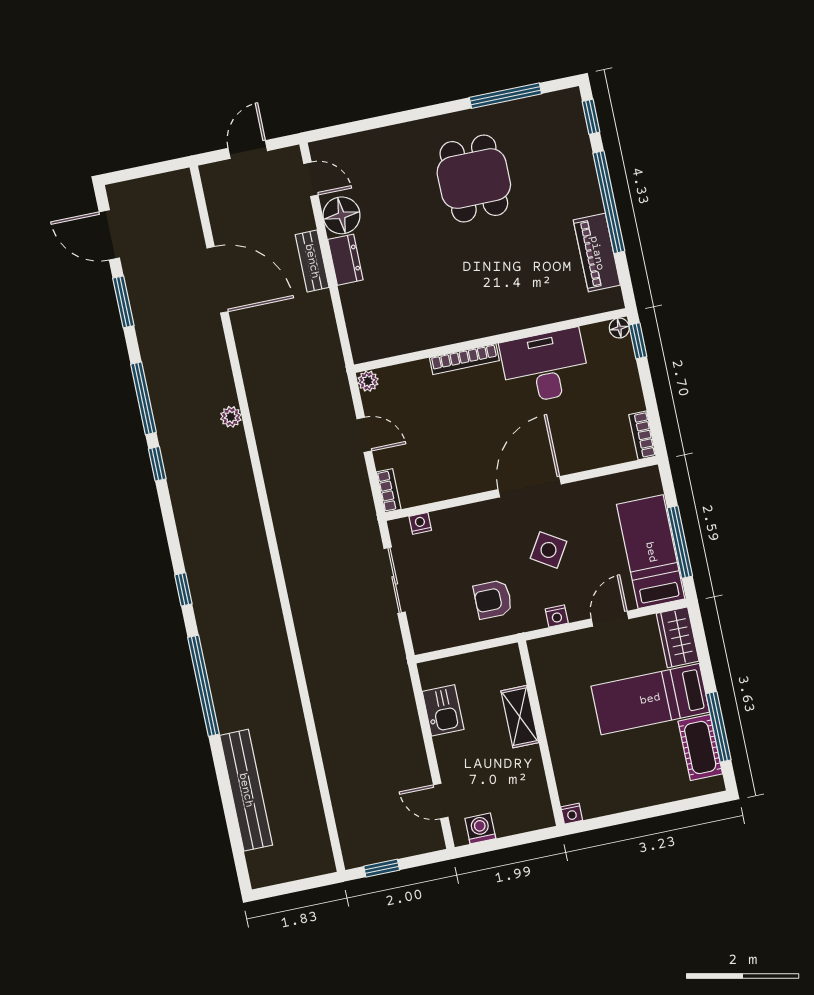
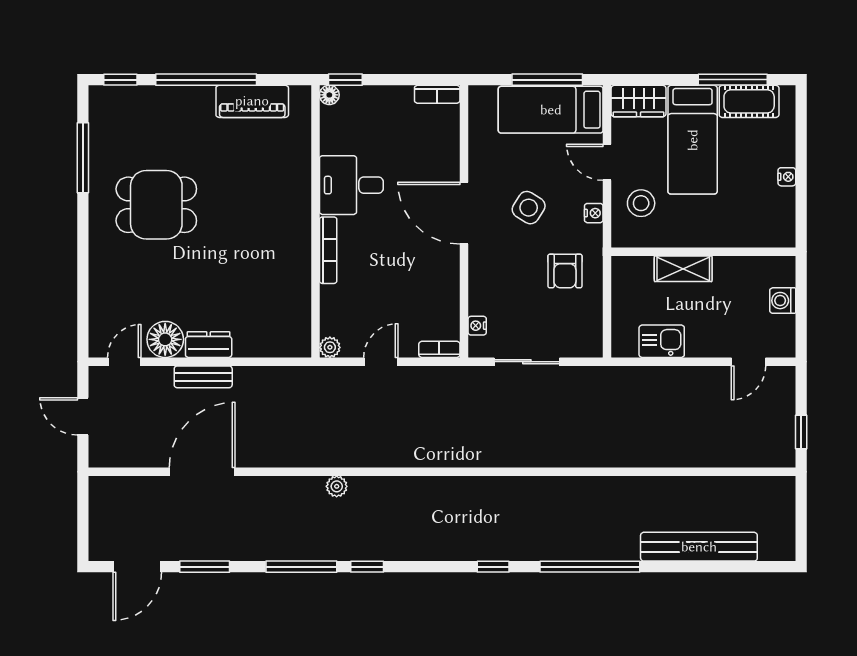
desk: (545, 366) -> (351, 185), width x0.73
stool: (576, 661) -> (641, 203), added
nightstand: (572, 814) -> (787, 177), moved
washing machine: (480, 828) -> (783, 301), moved

